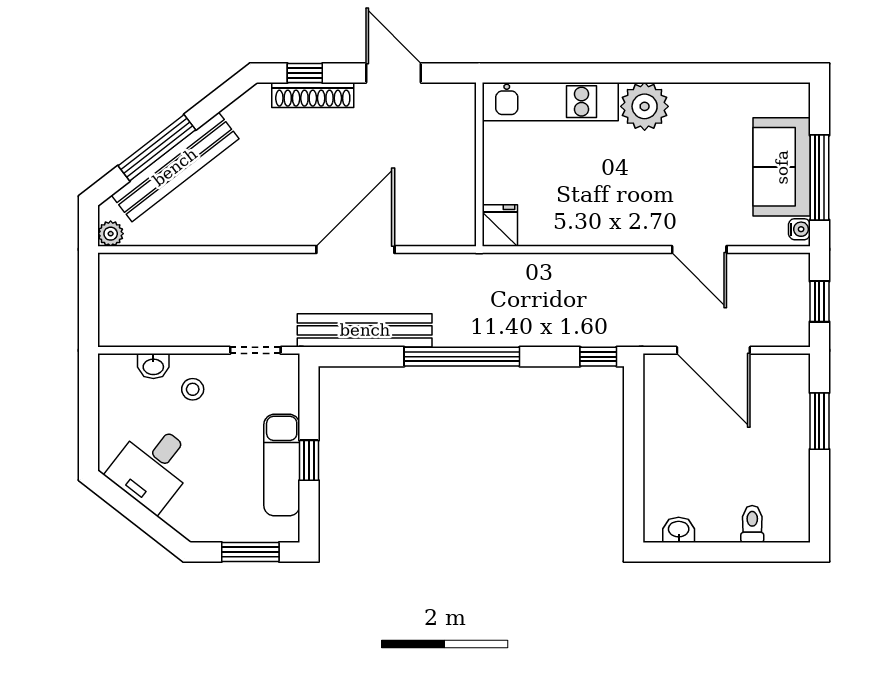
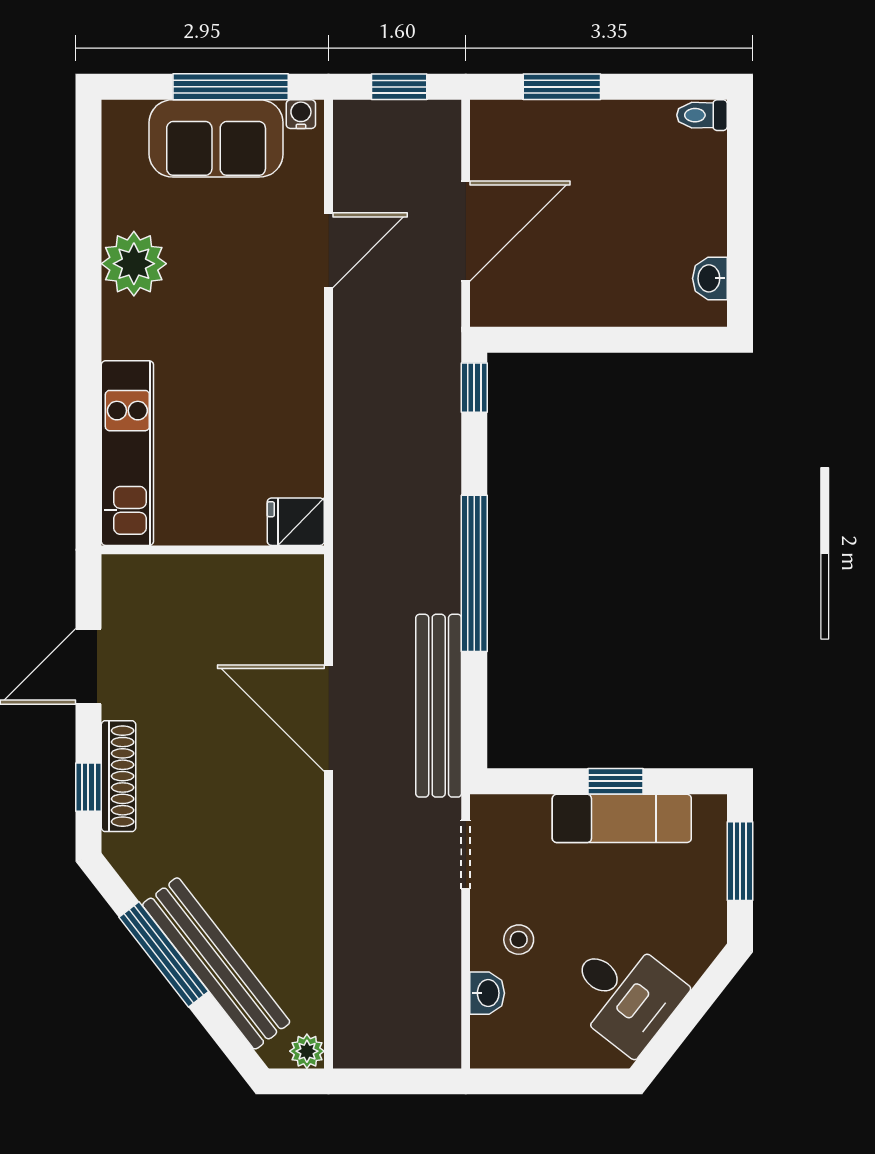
plant: (645, 106) -> (134, 264), moved
window: (157, 148) -> (164, 954), moved
toilet: (752, 524) -> (702, 115), moved

